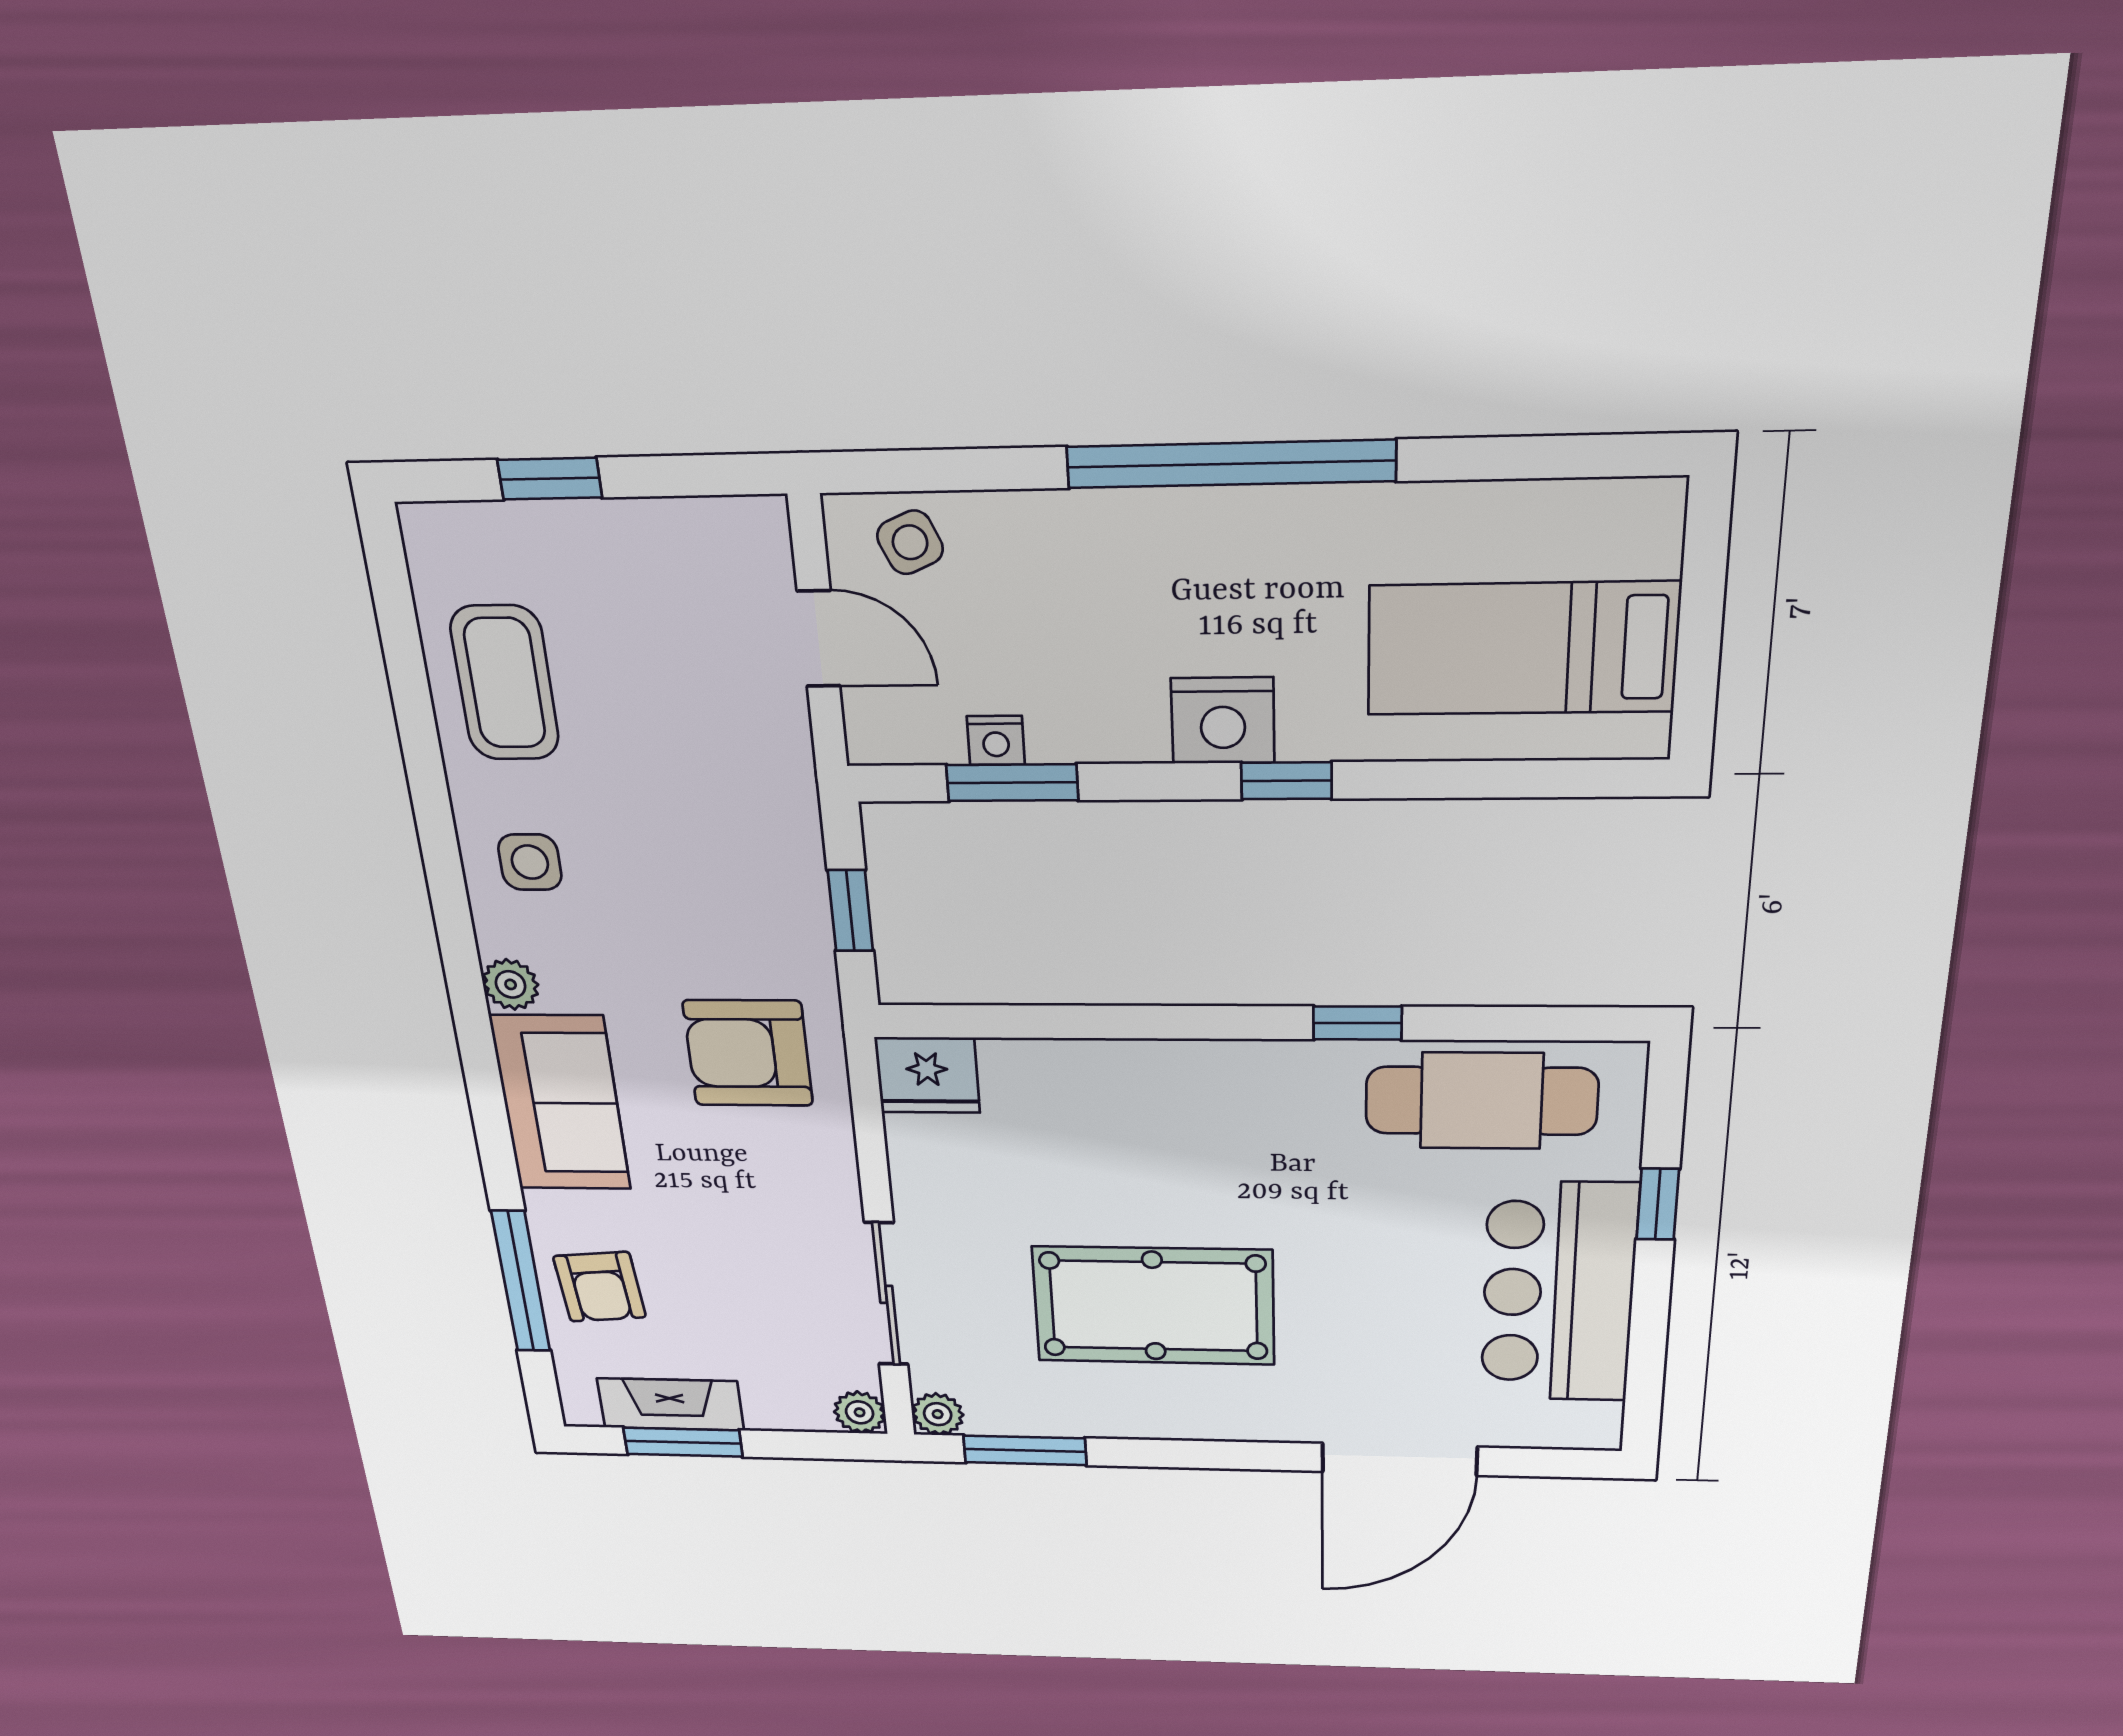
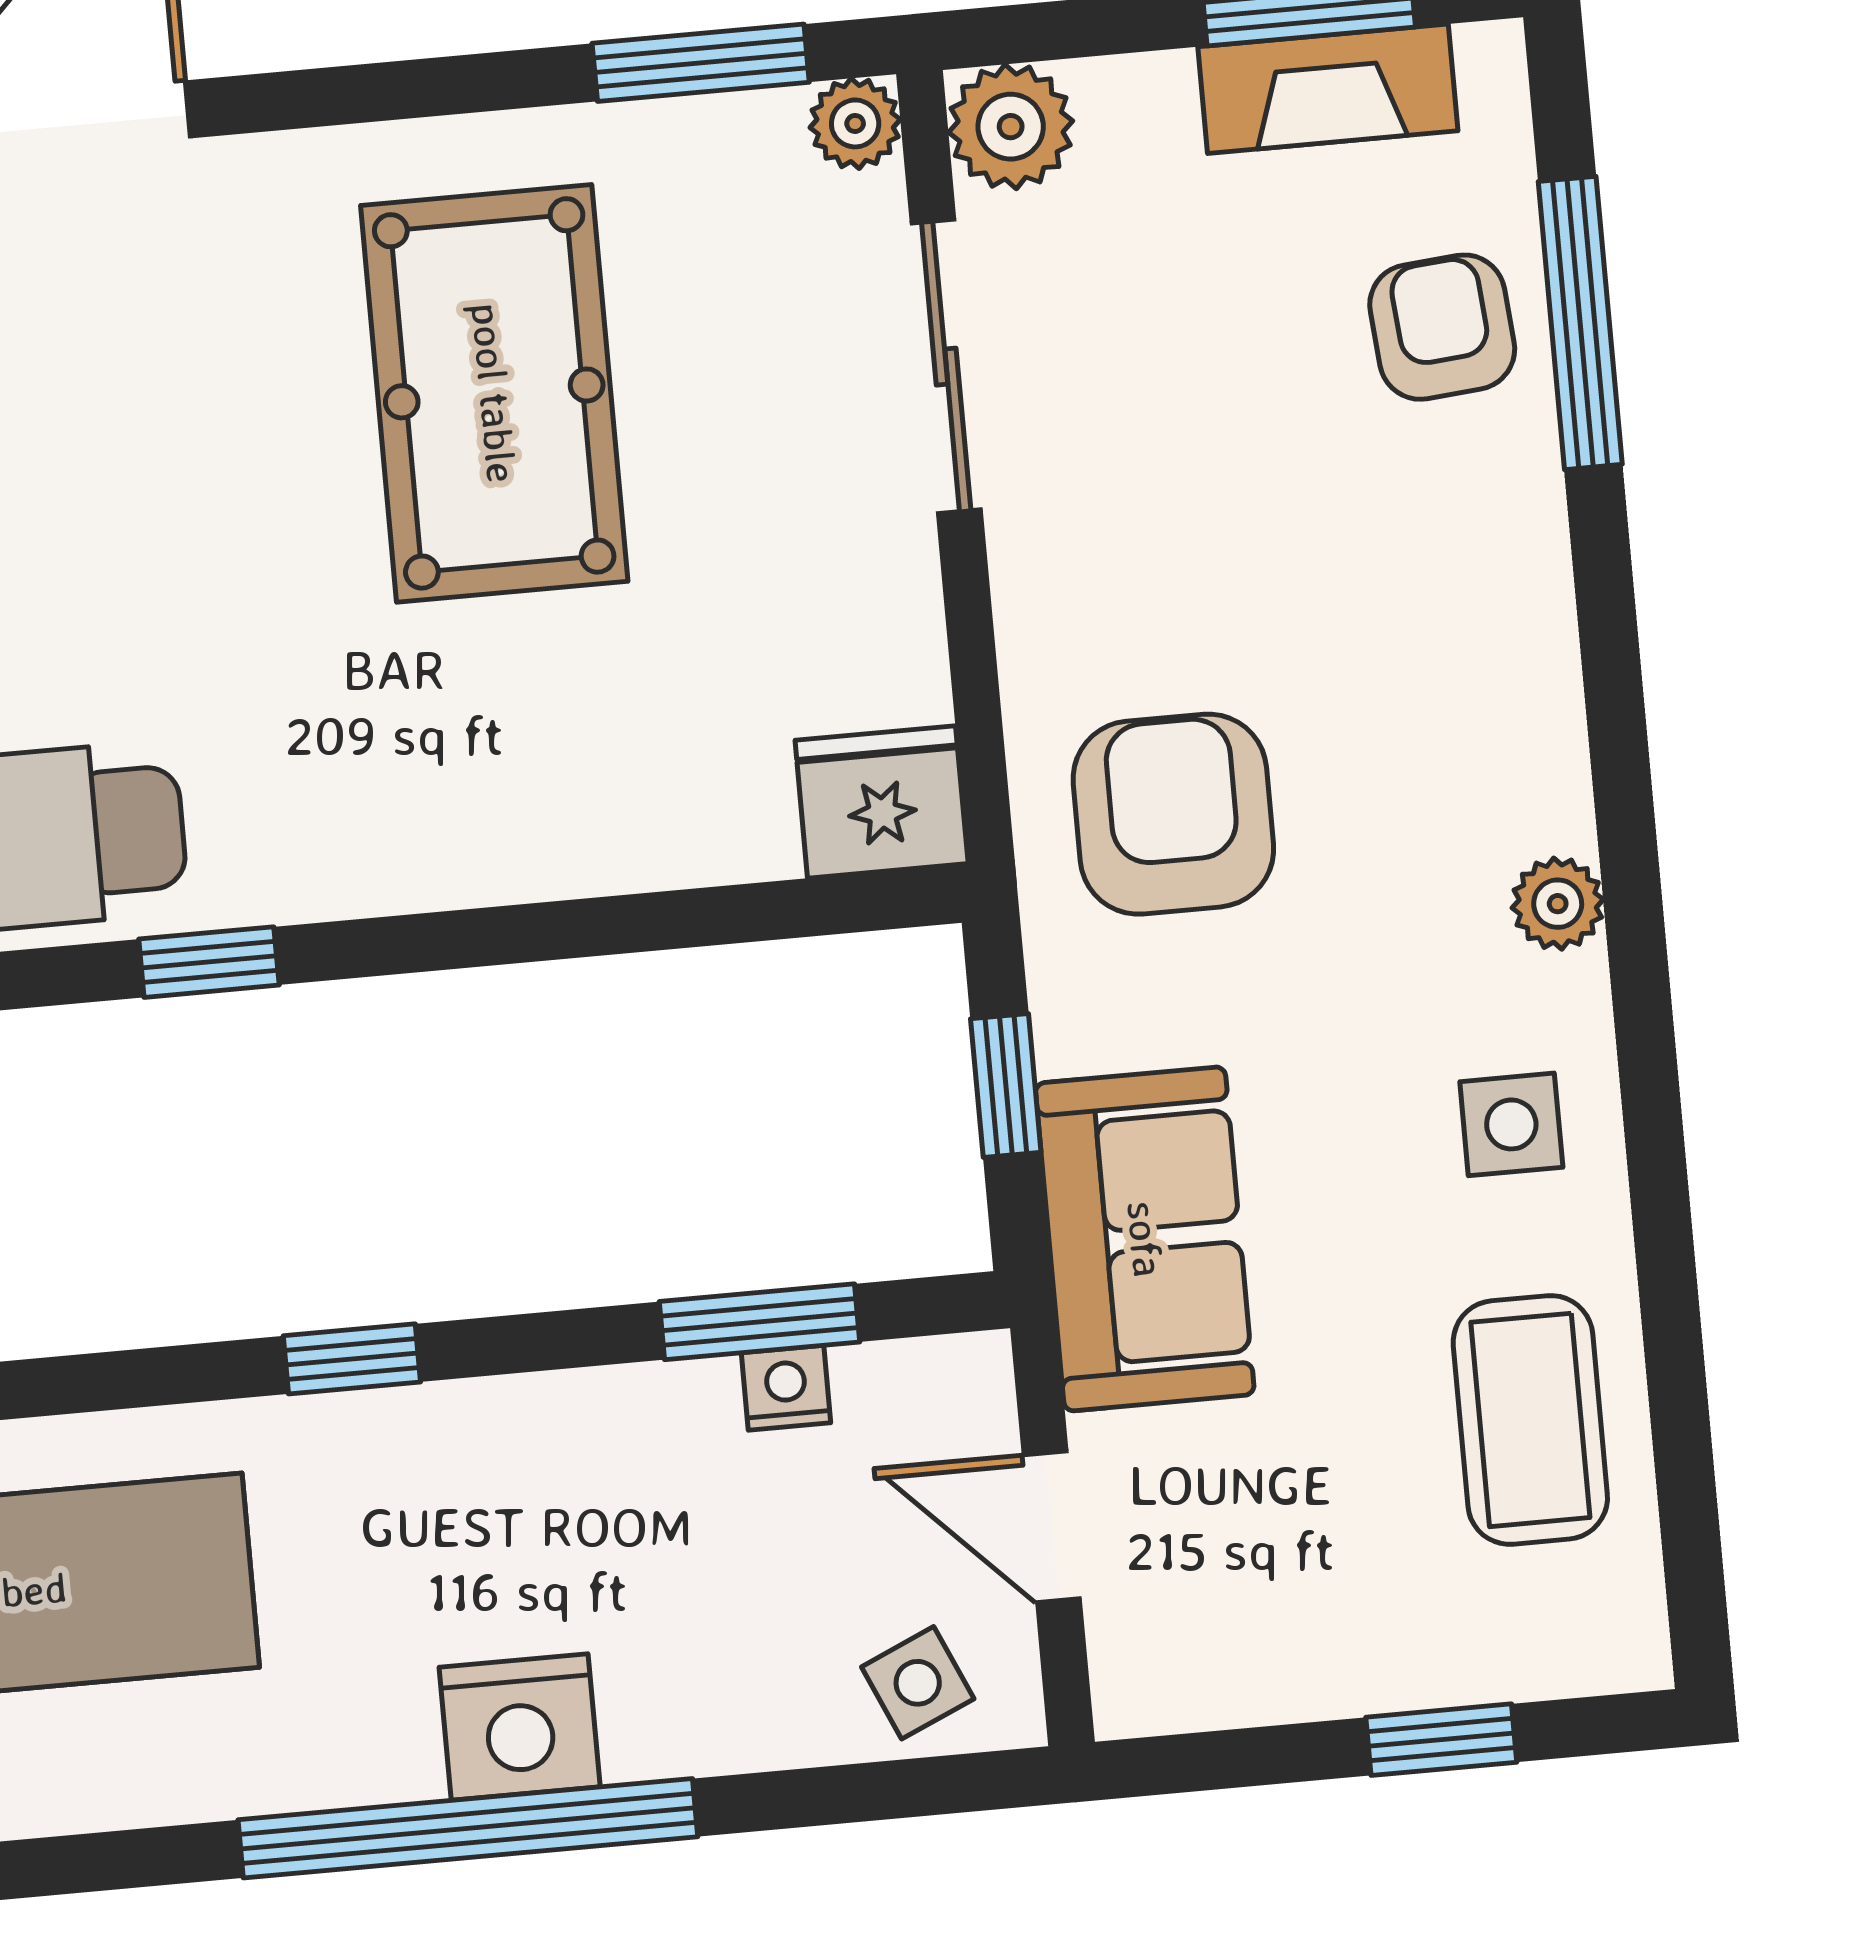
nightstand: (1223, 721) -> (520, 1727), moved, turned 180
armchair: (748, 1053) -> (1173, 814), turned -90
sofa: (561, 1103) -> (1145, 1239), moved, turned 180
pool table: (1154, 1306) -> (494, 393), turned 90
plant: (860, 1412) -> (1011, 127), width x1.38, depth x1.38

